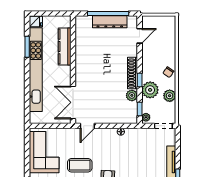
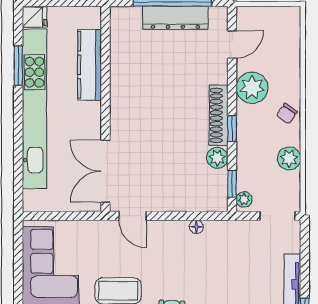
plant: (150, 90) -> (252, 88), moved
door: (87, 126) -> (133, 216), hinge flipped

